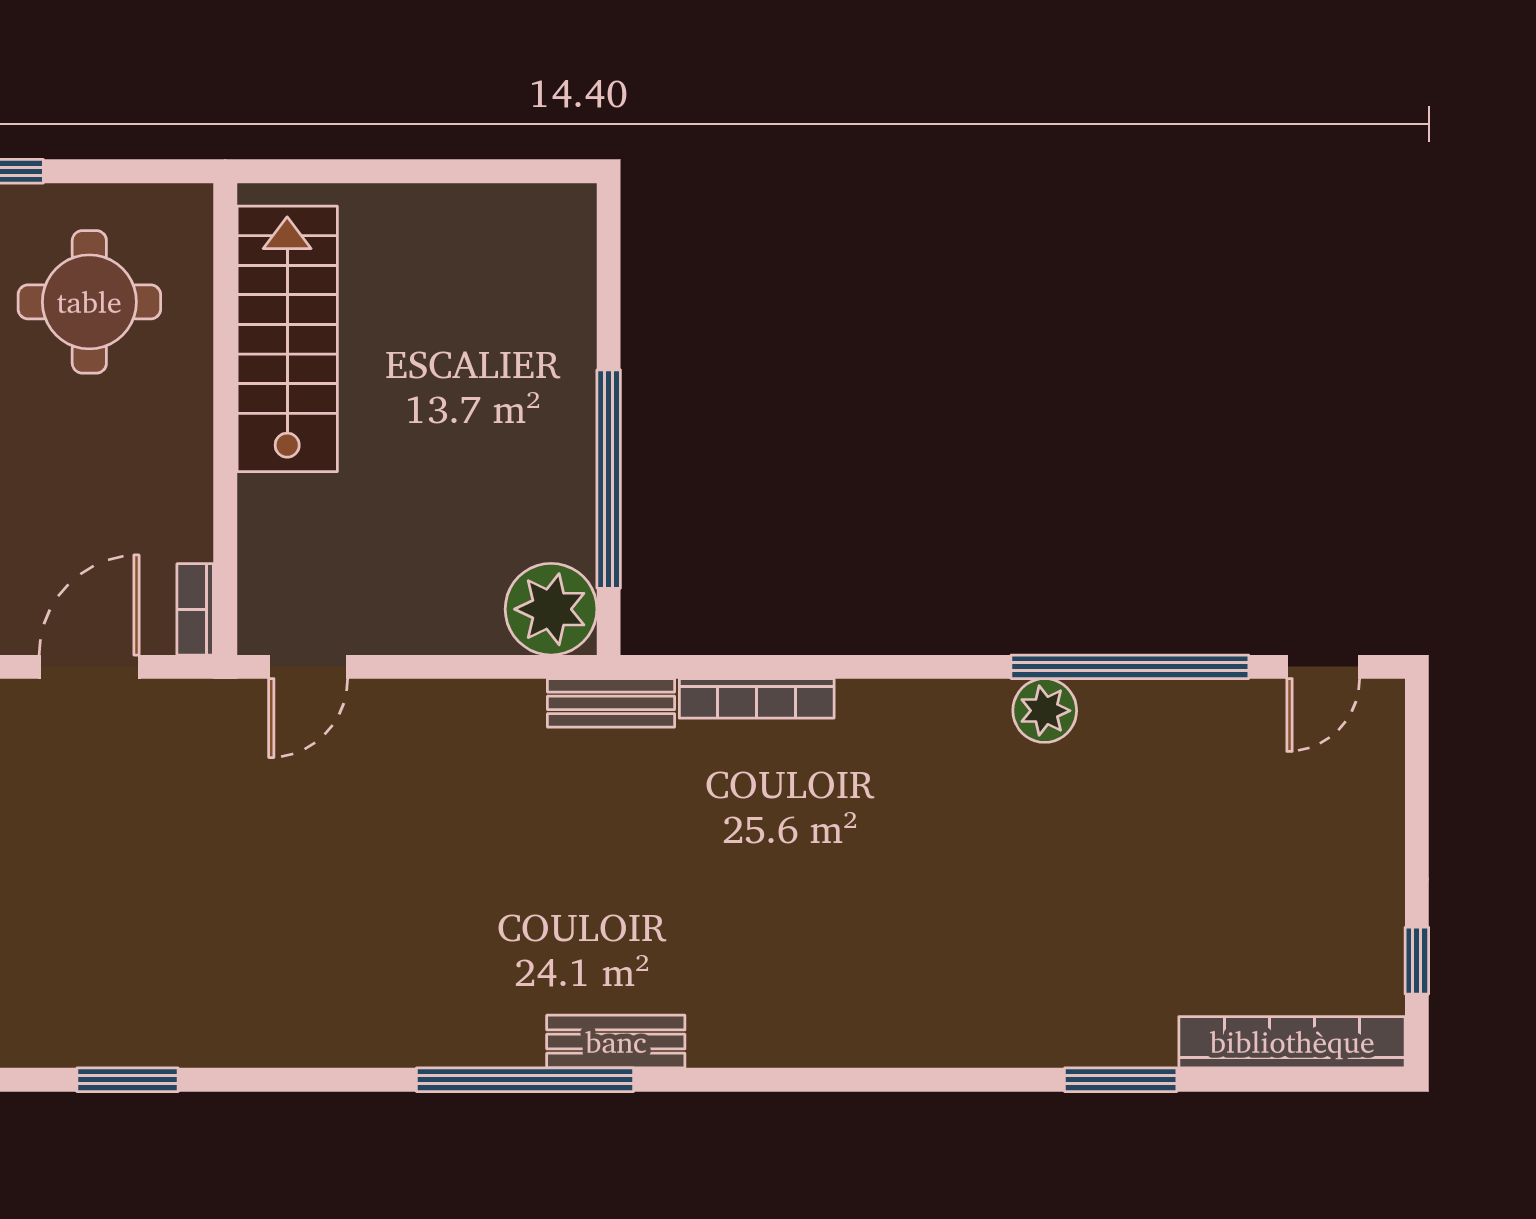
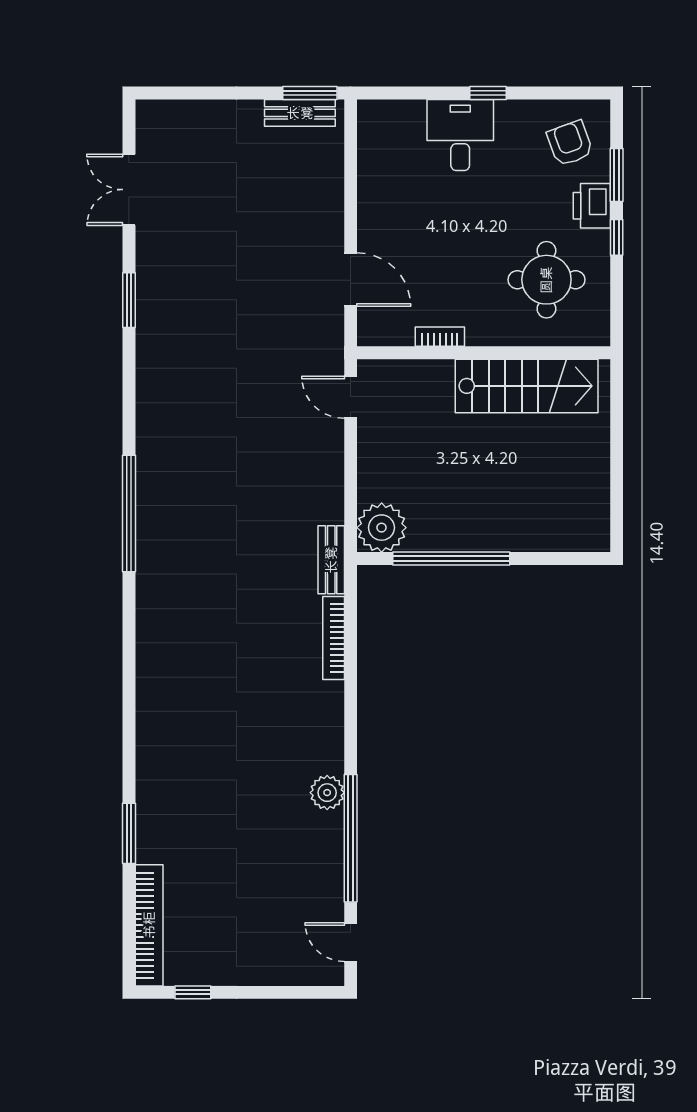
bookcase: (195, 609) -> (440, 337), moved
bench: (616, 1042) -> (149, 562), removed

